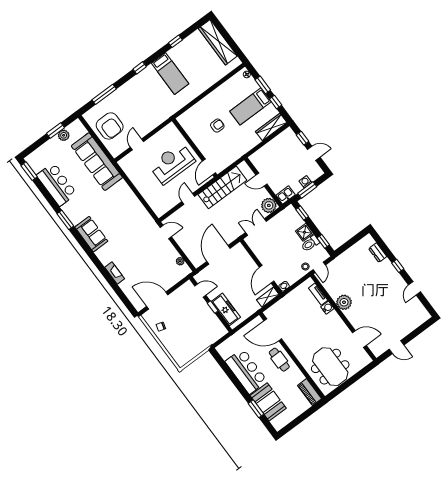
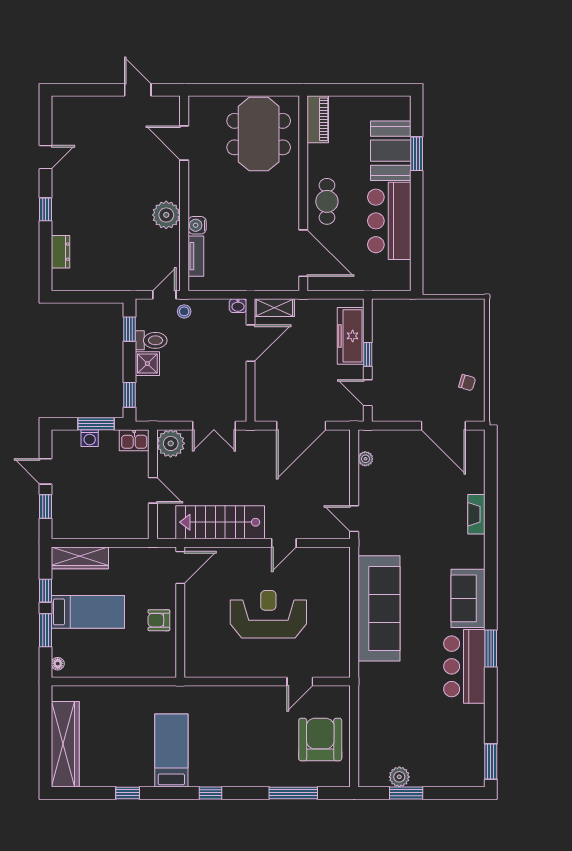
wall: (195, 148) -> (180, 612), moved
sofa: (97, 162) -> (379, 608), moved
reception desk: (172, 163) -> (268, 614), turned 180
door: (209, 167) -> (180, 567), moved
bar counter: (57, 184) -> (464, 666), moved

